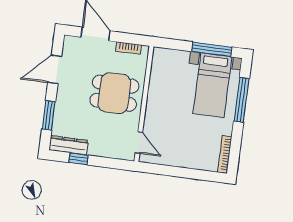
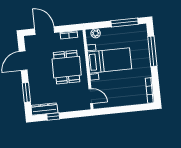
plant: (167, 55) -> (96, 33), added
bed with nightstands: (212, 85) -> (110, 60), moved, turned -90
dining table: (114, 93) -> (67, 67), turned 90

